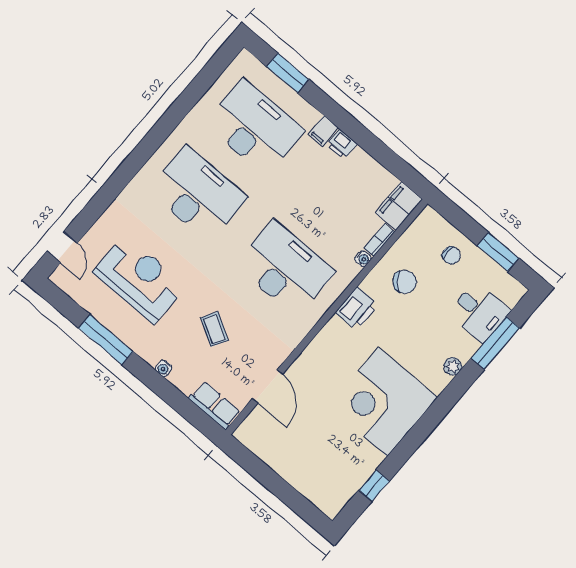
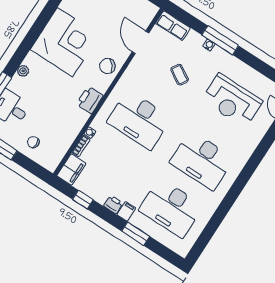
window: (288, 73) -> (136, 234), moved
window: (387, 158) -> (83, 200), added
chair: (405, 282) -> (107, 66), moved
window: (106, 340) -> (220, 40), moved

